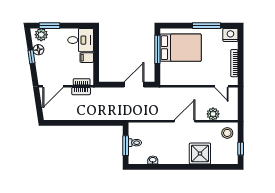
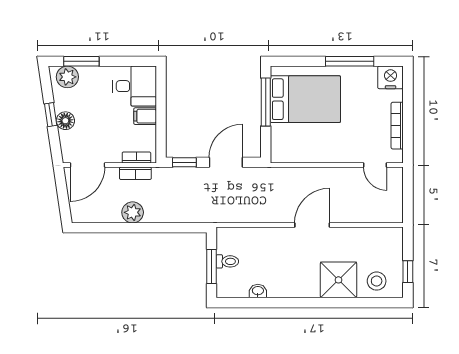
floor lamp: (38, 50) -> (65, 121), moved
window: (110, 85) -> (184, 162), added
plant: (213, 114) -> (133, 212), moved
stool: (227, 133) -> (377, 281), moved

